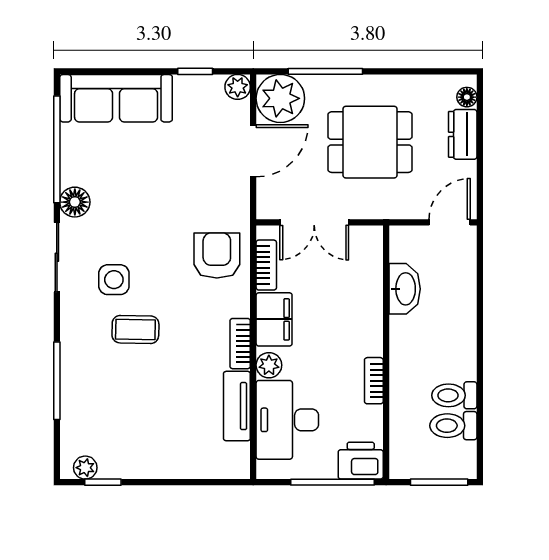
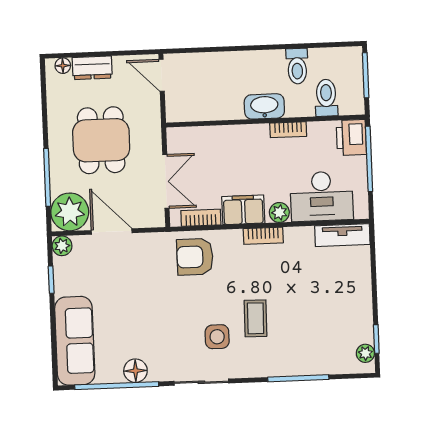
floor lamp: (75, 202) -> (135, 371), moved
washbasin: (405, 289) -> (264, 106), moved
tv unit: (237, 406) -> (342, 235), moved
toilet: (453, 426) -> (326, 98), moved, turned 180

